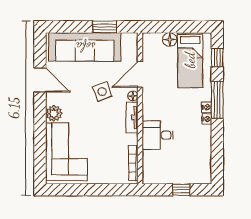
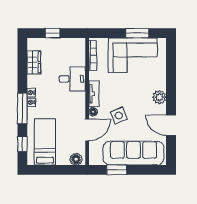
floor lamp: (170, 39) -> (76, 159), moved
corner sofa: (66, 152) -> (133, 55), moved, turned -90
wardrobe: (204, 155) -> (34, 62), added
window: (80, 190) -> (137, 33), added

